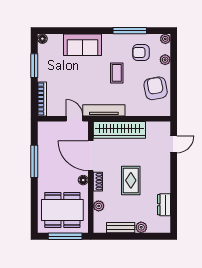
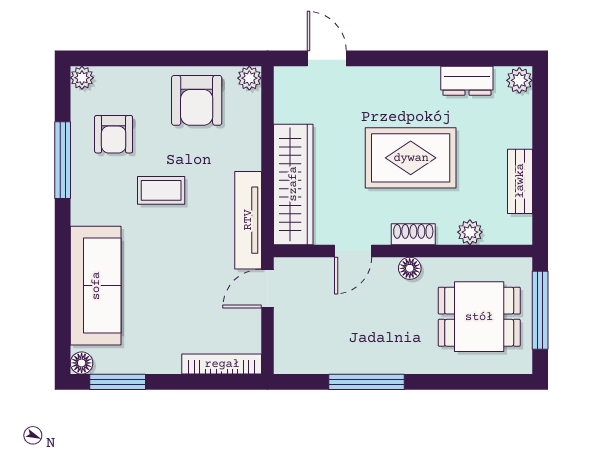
sofa: (83, 45) -> (96, 286), width x1.36
plant: (165, 60) -> (249, 78), moved
window: (34, 66) -> (118, 382), moved
armchair: (156, 88) -> (197, 100), turned -79
door: (91, 156) -> (353, 251), width x0.53
rug: (131, 180) -> (411, 158), width x1.36, depth x1.43
dining table: (62, 210) -> (479, 317), width x0.73
plant: (141, 227) -> (519, 80), moved

